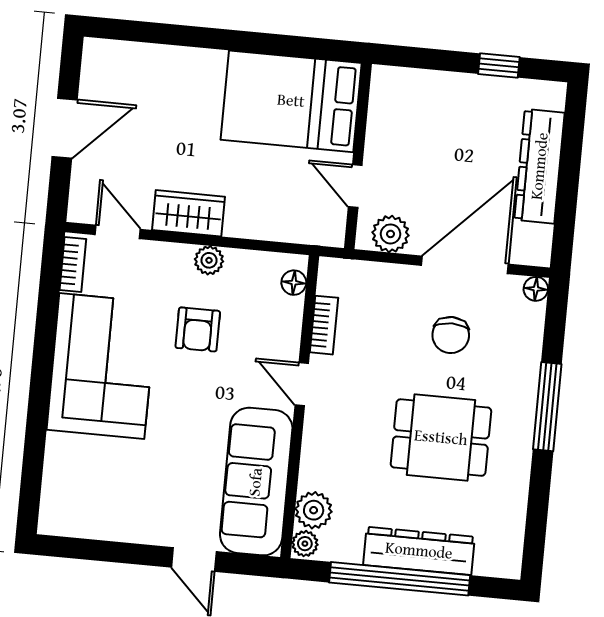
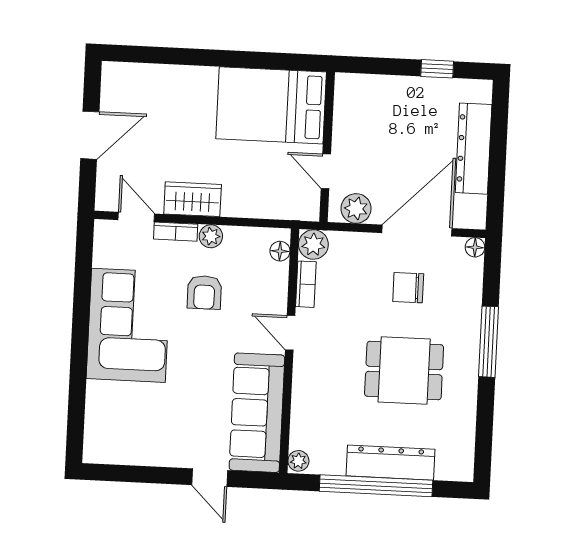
bookcase: (73, 265) -> (176, 232), moved, turned 90
chair: (451, 335) -> (408, 288), turned 90
plant: (314, 510) -> (313, 245), moved

